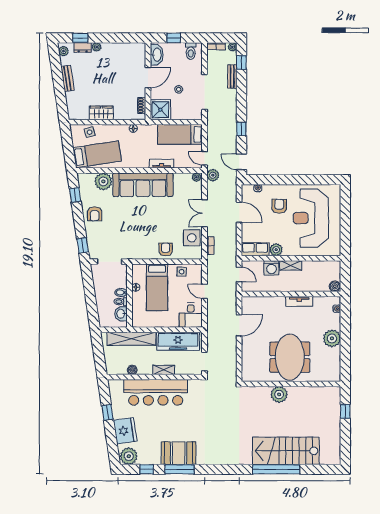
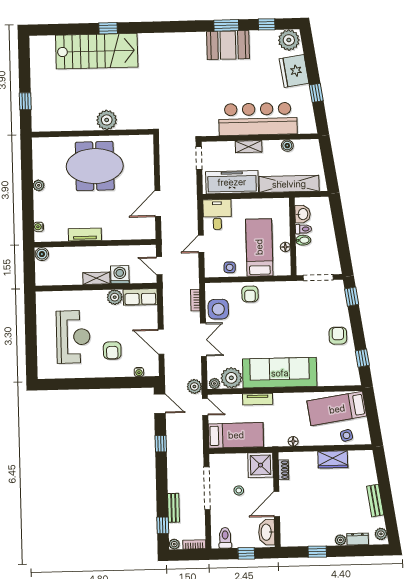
window: (80, 38) -> (317, 552), moved
plant: (103, 181) -> (231, 378), moved
reception desk: (311, 218) -> (73, 337), width x0.74, depth x0.77
door: (204, 291) -> (201, 244), swing flipped
plant: (332, 338) -> (39, 185), width x0.53, depth x0.53
meeting table: (290, 357) -> (95, 166), turned 90
window: (180, 469) -> (226, 25), width x0.69
window: (276, 469) -> (108, 28), width x0.32

